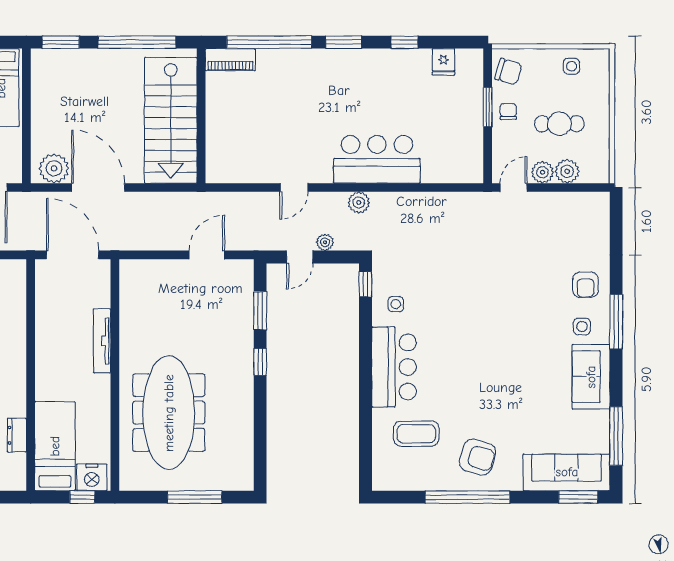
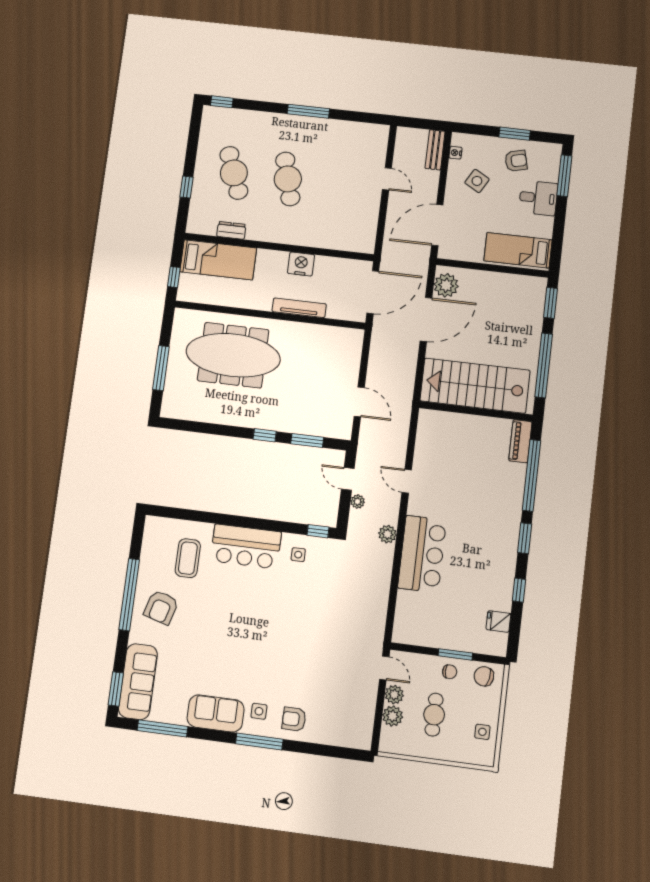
chair: (508, 72) -> (484, 676), turned 85
nightstand: (92, 477) -> (301, 264), moved, turned 90

